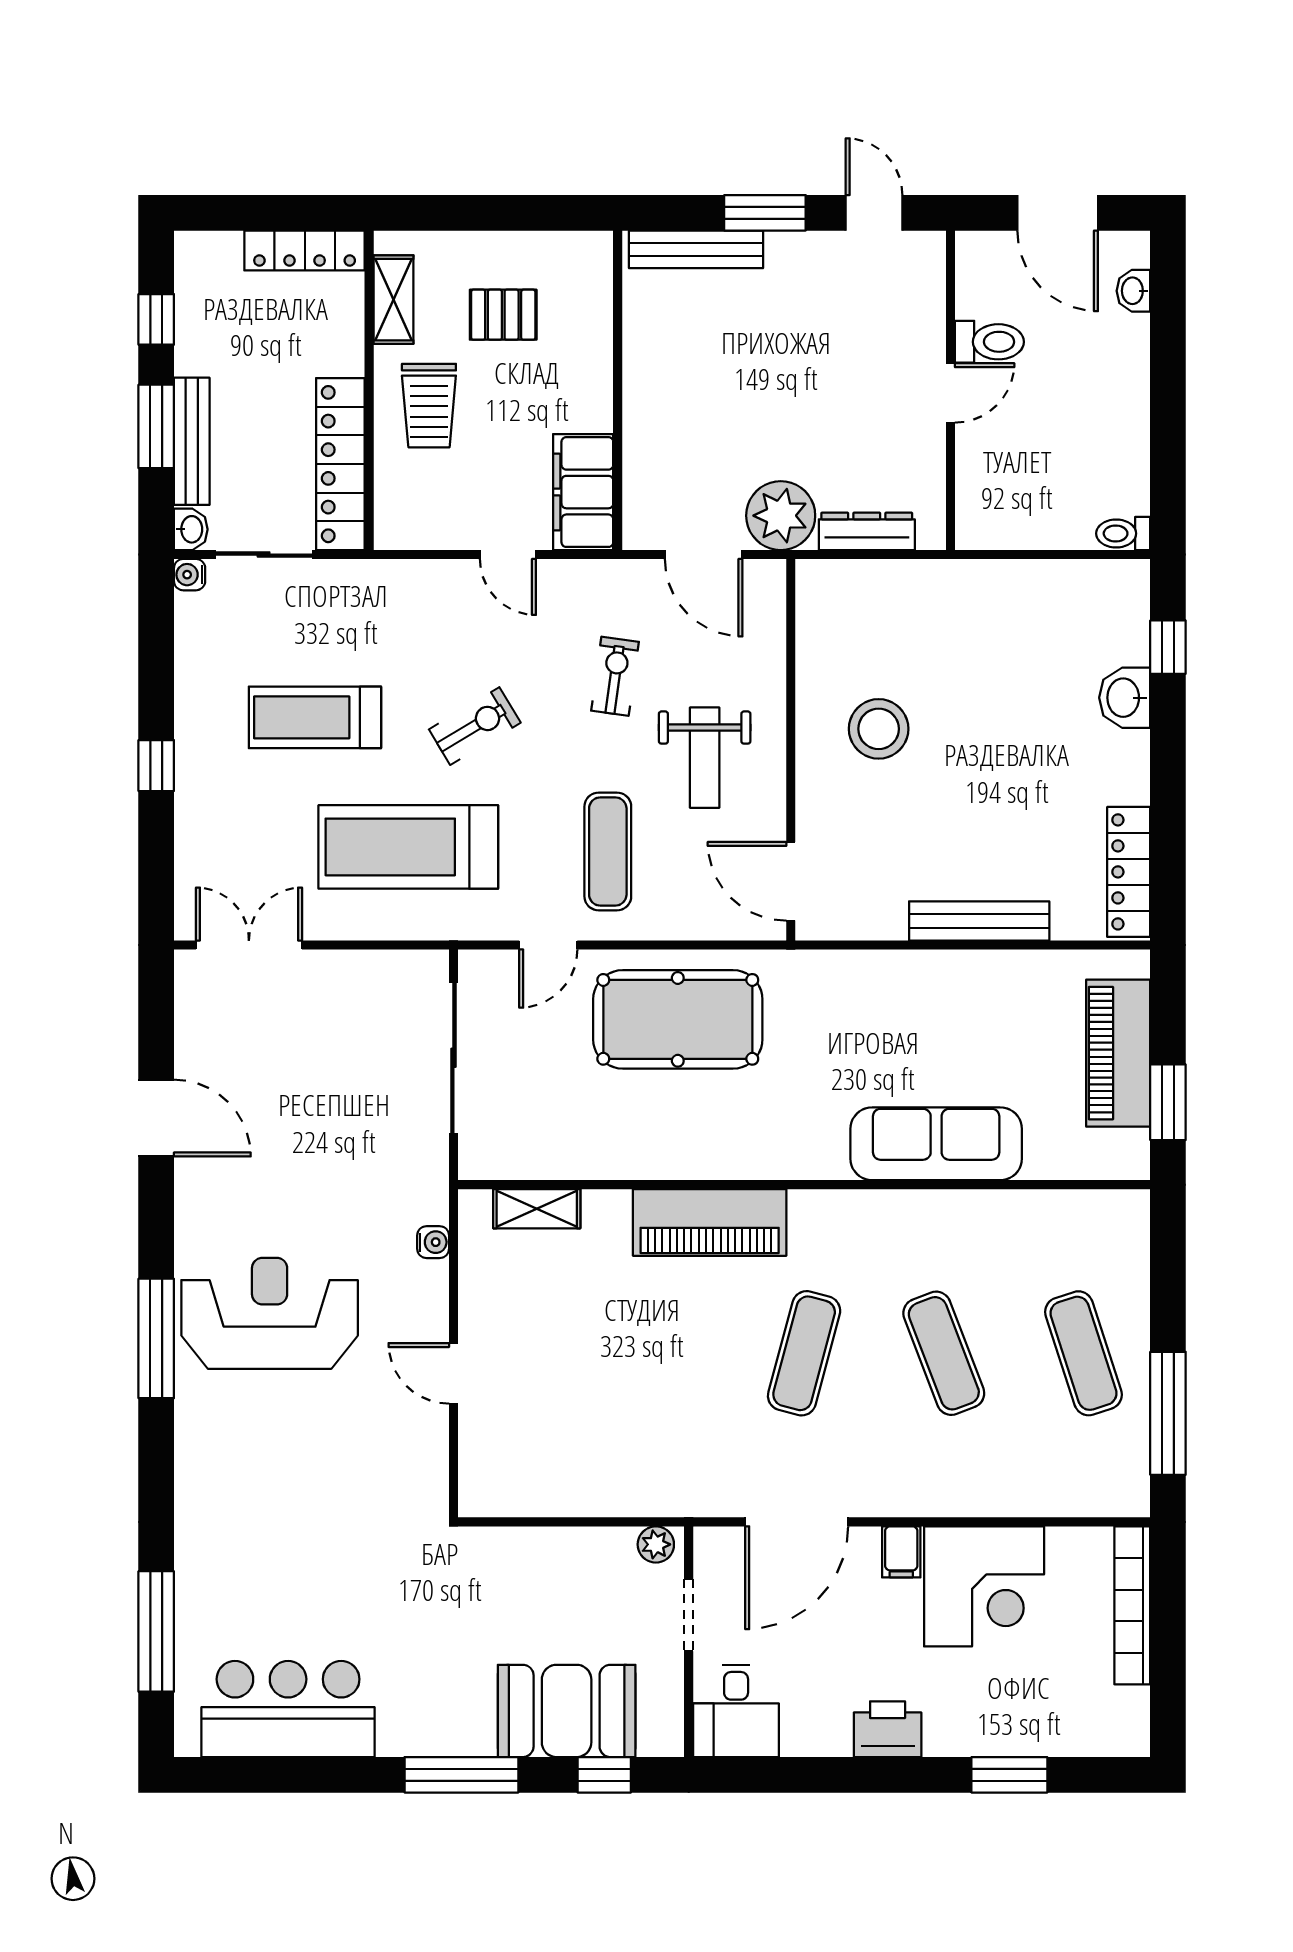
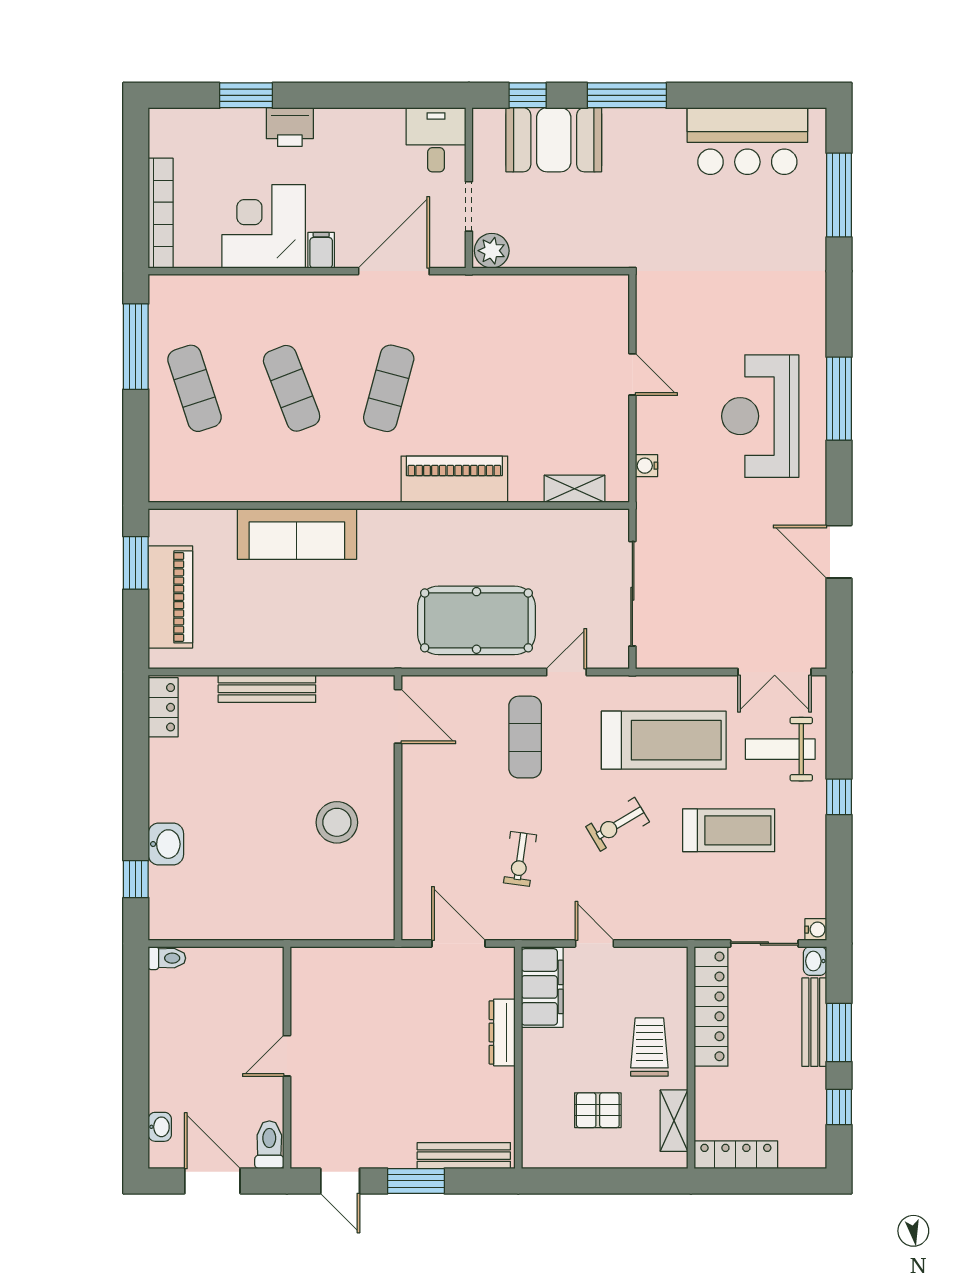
toilet: (989, 342) -> (269, 1145), moved, turned 90
plant: (781, 516) -> (405, 971), removed
dresser: (867, 531) -> (502, 1032), moved, turned 90
weight bench: (705, 758) -> (780, 749), moved, turned -90
locker: (1129, 872) -> (163, 707), width x0.66
reception desk: (270, 1313) -> (760, 416), turned 90
plant: (656, 1544) -> (492, 251), width x1.38, depth x1.38
printer: (888, 1729) -> (290, 127), moved

